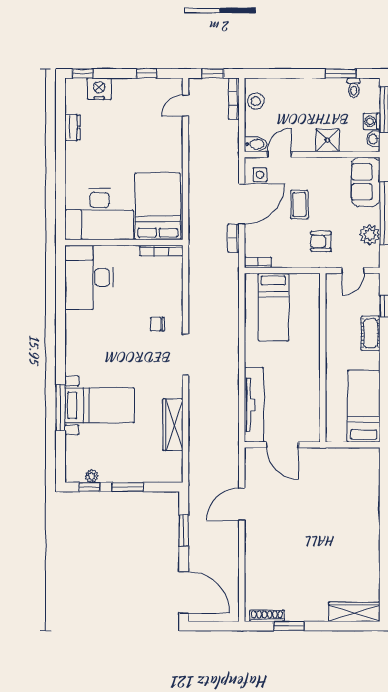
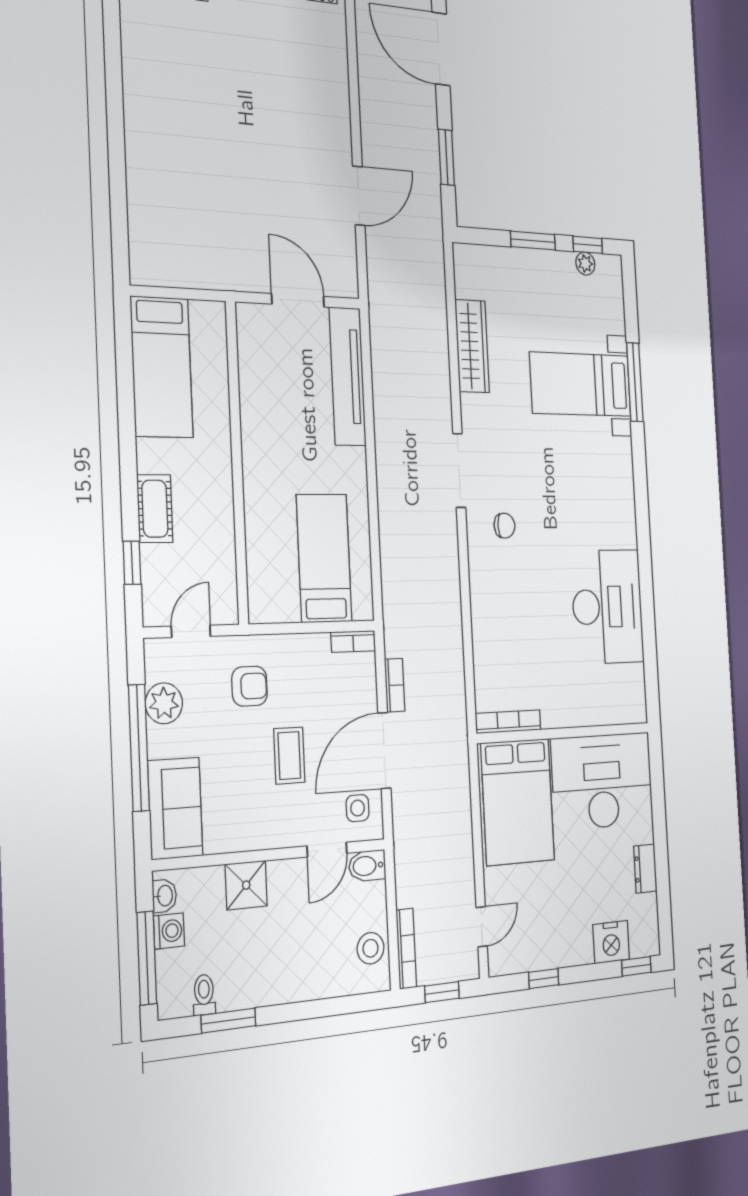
bed: (158, 206) -> (518, 802), moved
desk: (99, 214) -> (602, 781), moved
wall: (124, 242) -> (564, 733), moved
bookcase: (161, 251) -> (508, 722), moved

